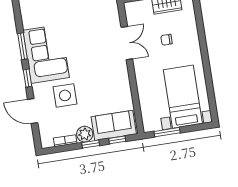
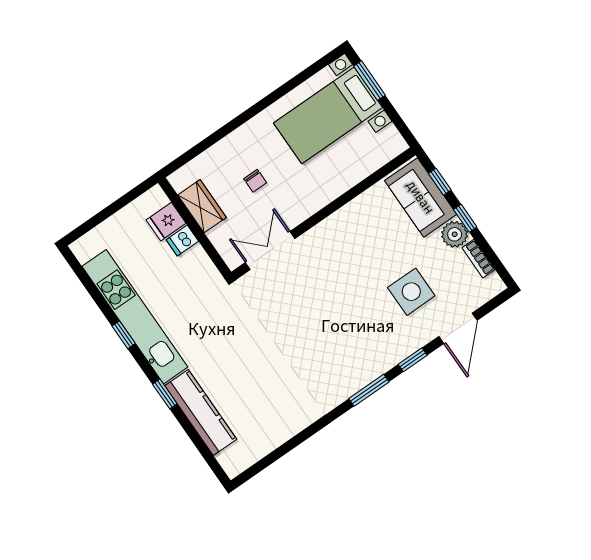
double door: (127, 43) -> (270, 250), moved
corner sofa: (46, 54) -> (363, 350), removed
window: (167, 132) -> (370, 81), moved

